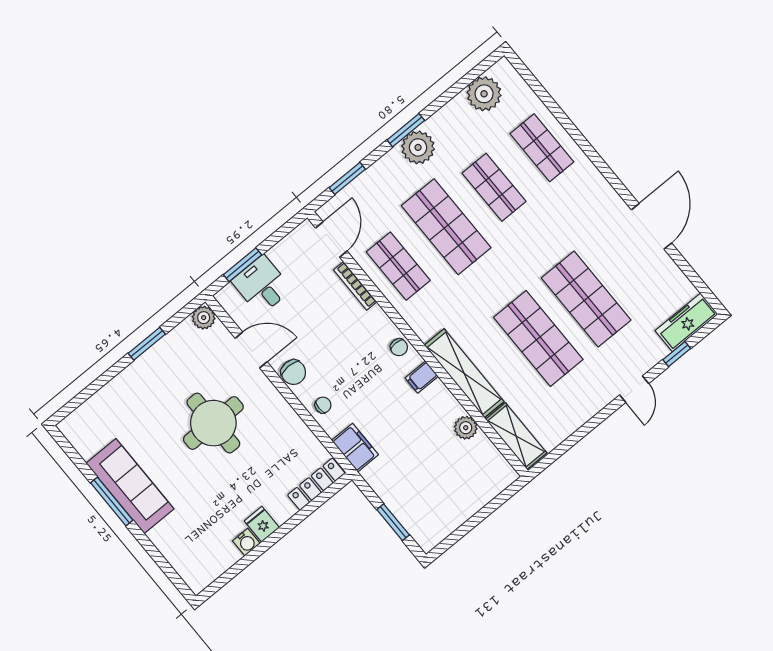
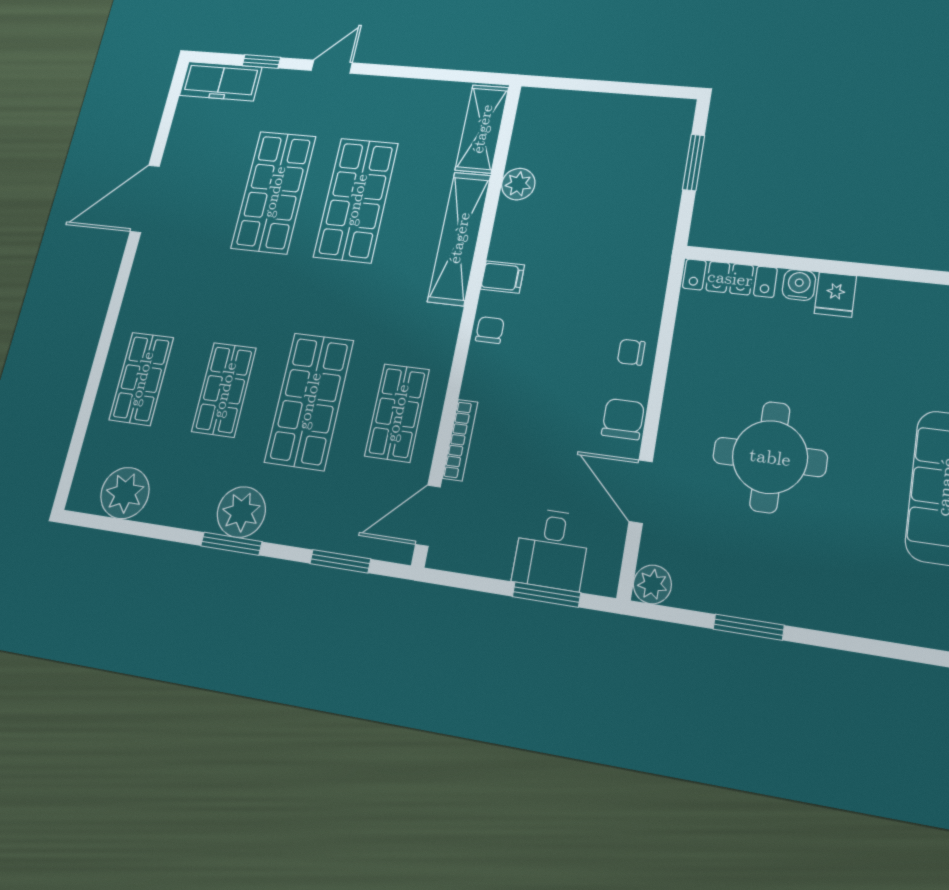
filing cabinet: (355, 448) -> (648, 275), removed
water cooler: (246, 542) -> (799, 285), moved

